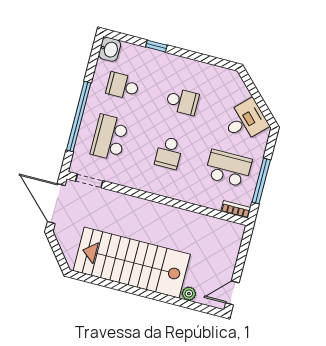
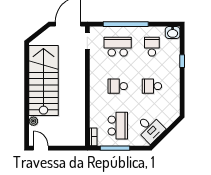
school desk: (182, 101) -> (152, 86), turned 90

